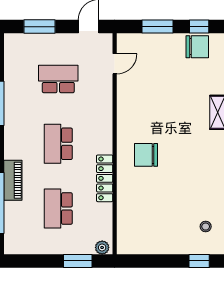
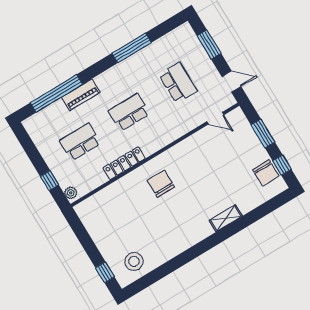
stool: (206, 227) -> (134, 261), width x1.89, depth x1.89
window: (78, 261) -> (49, 181), width x0.67

